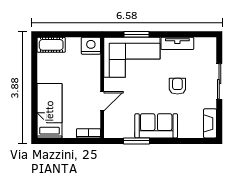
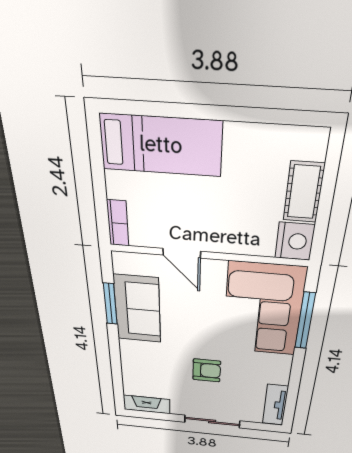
window: (137, 34) -> (305, 321), width x1.44
tv unit: (177, 43) -> (275, 405), moved
cot: (51, 45) -> (304, 192), moved
sofa: (156, 126) -> (137, 309), moved

